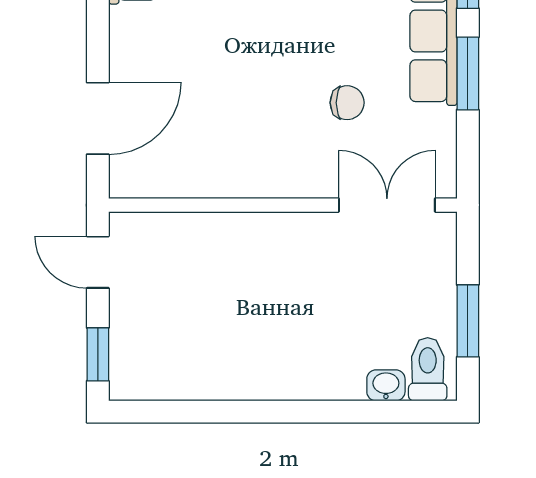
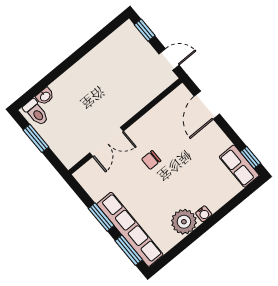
chair: (347, 103) -> (151, 160), moved
double door: (387, 205) -> (107, 142), moved

